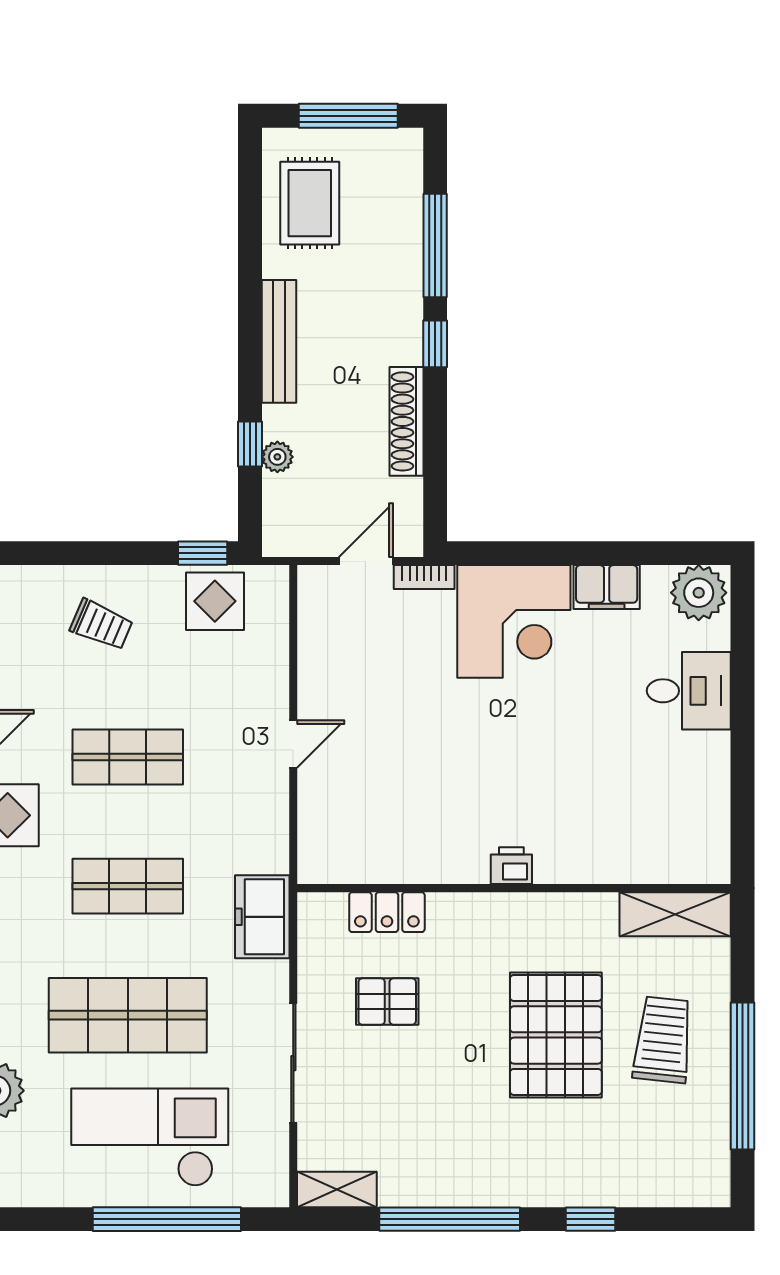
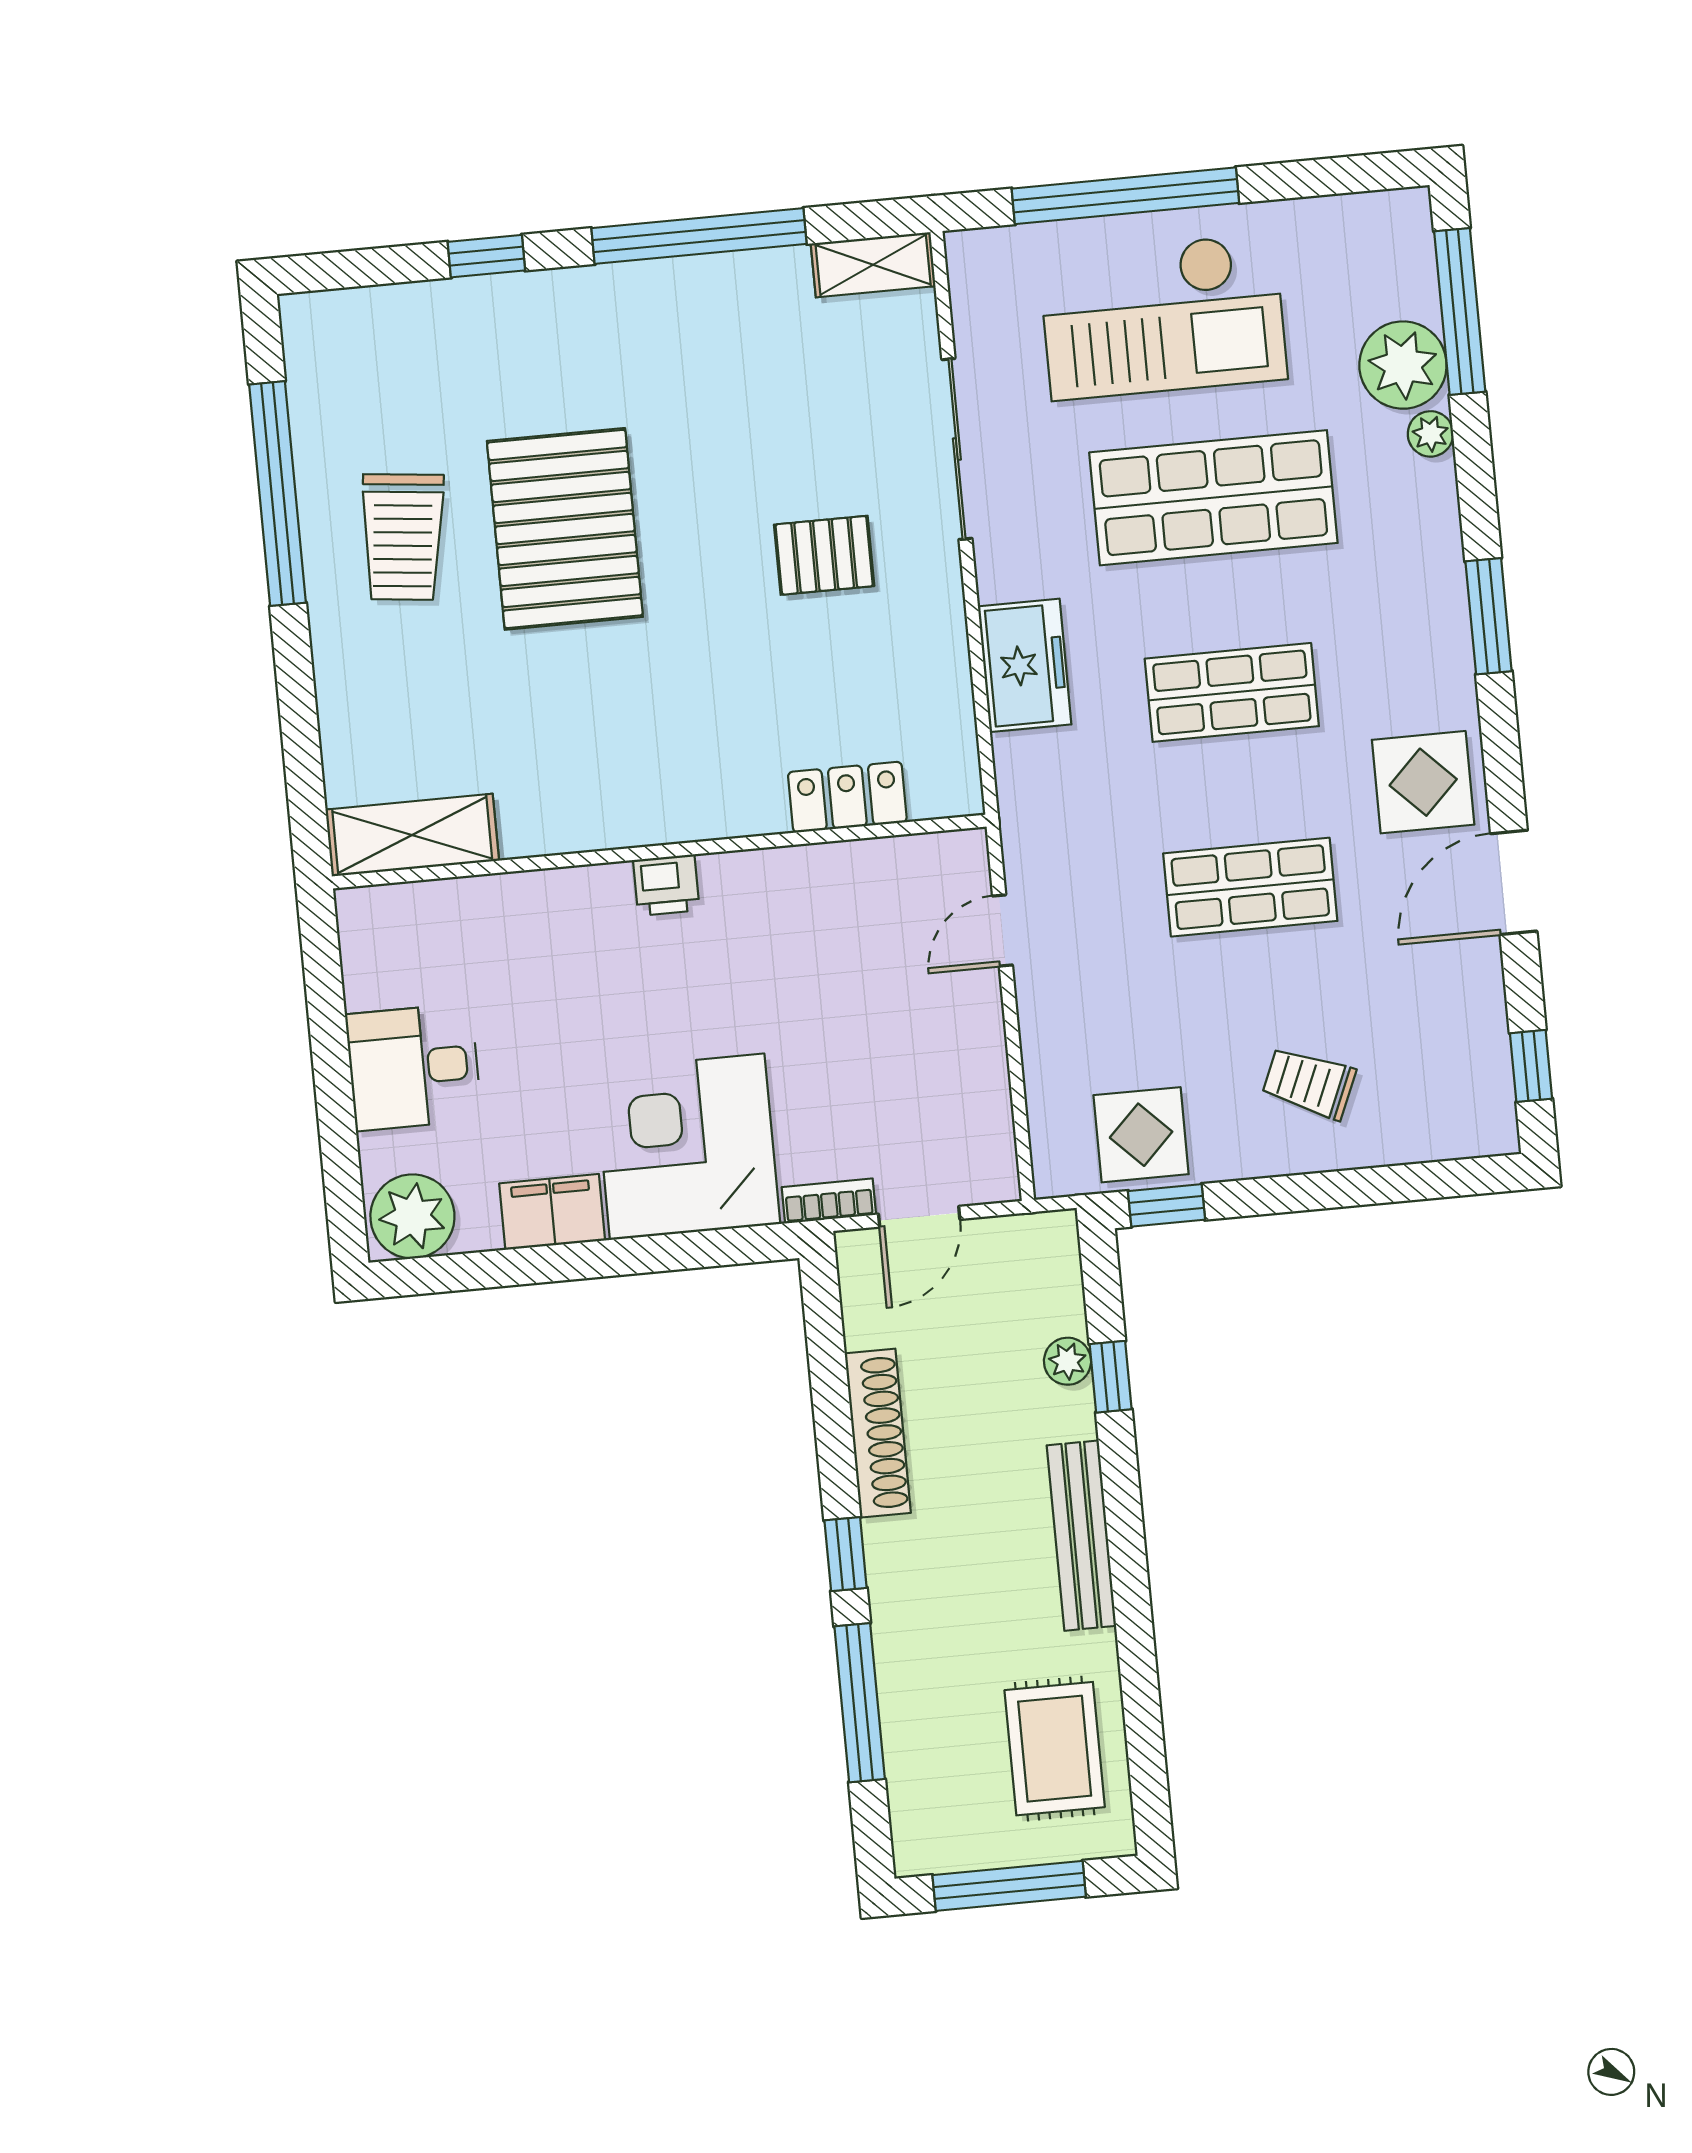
printer: (511, 866) -> (666, 885), moved
wall: (514, 888) -> (659, 852), moved
locker: (387, 912) -> (847, 797), moved
shelving: (675, 914) -> (412, 835), moved

